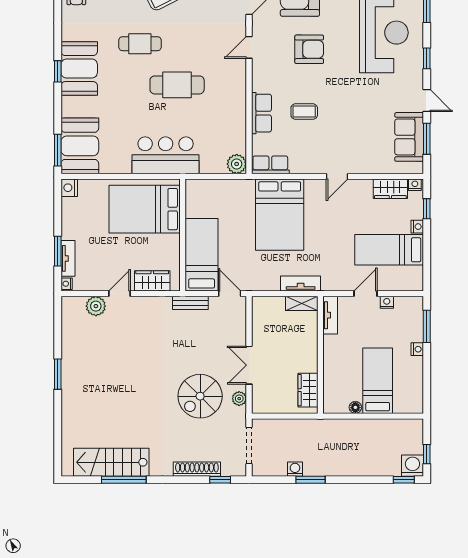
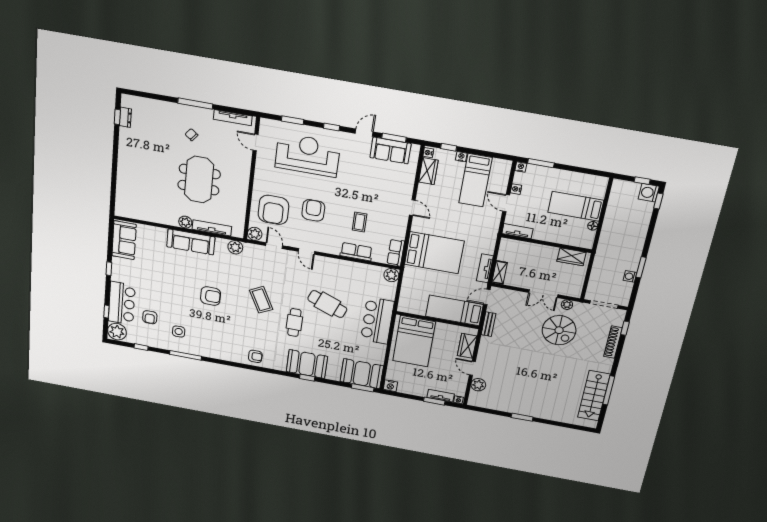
cafe table: (177, 85) -> (327, 304), turned -69
tv unit: (301, 284) -> (485, 268), moved
shelving: (302, 303) -> (500, 272), moved
nightstand: (417, 349) -> (521, 167), moved

